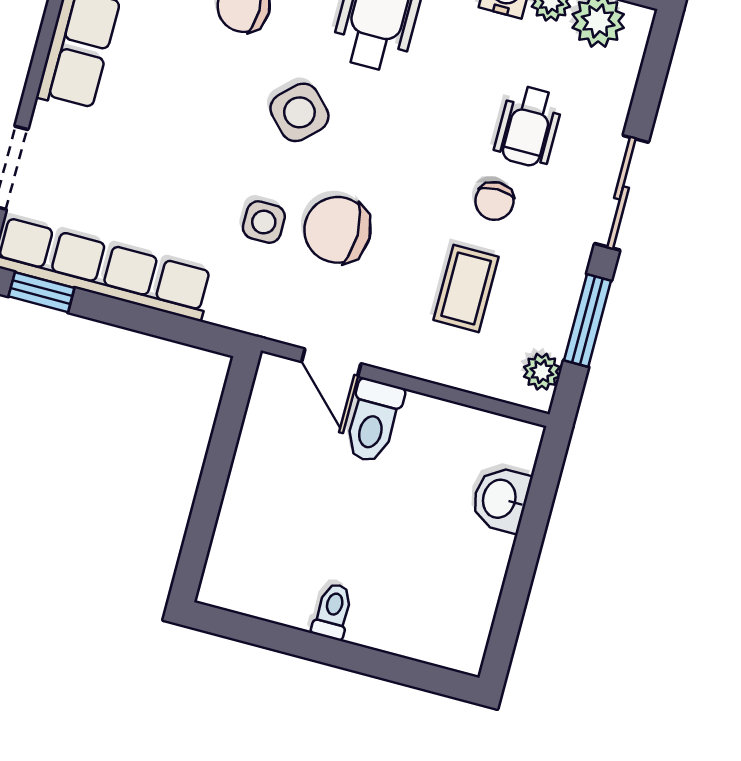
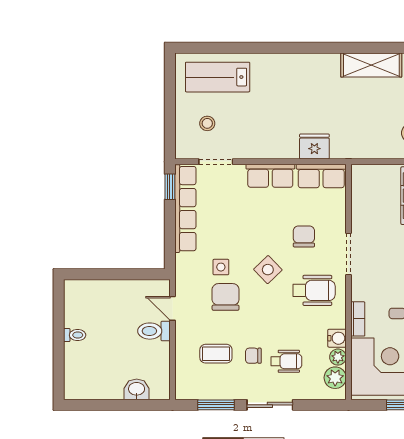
wheelchair: (528, 126) -> (286, 361), turned 180
door: (331, 363) -> (173, 308), hinge flipped
plant: (542, 372) -> (191, 392), removed

